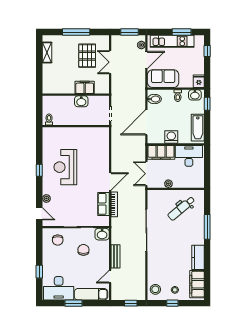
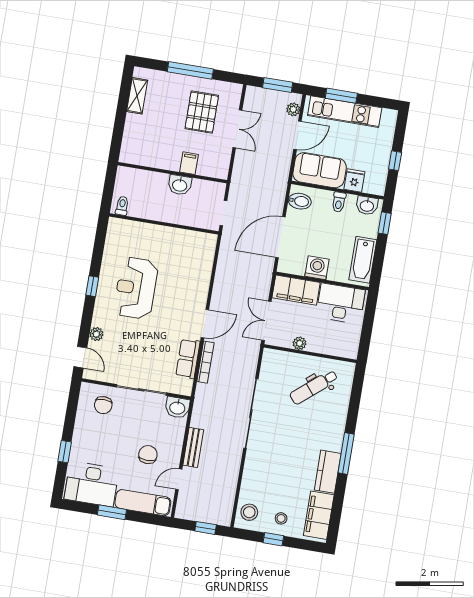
window: (182, 32) -> (341, 96), moved
window: (207, 51) -> (395, 161), moved
double door: (110, 62) -> (237, 129), swing flipped
fridge: (199, 81) -> (354, 181), moved
filing cabinet: (85, 87) -> (189, 163), width x0.50
window: (207, 227) -> (346, 453), moved
chair: (83, 250) -> (148, 455), moved

